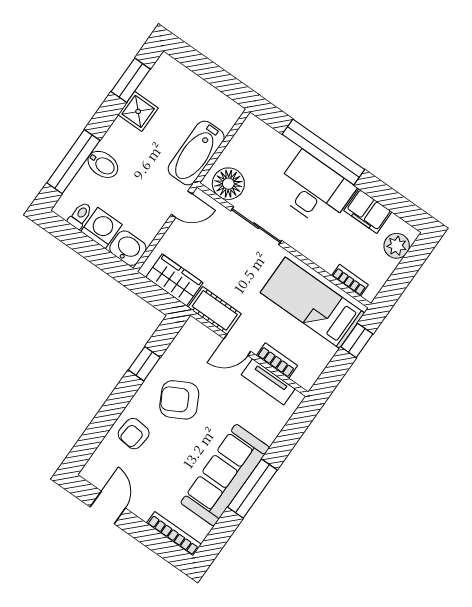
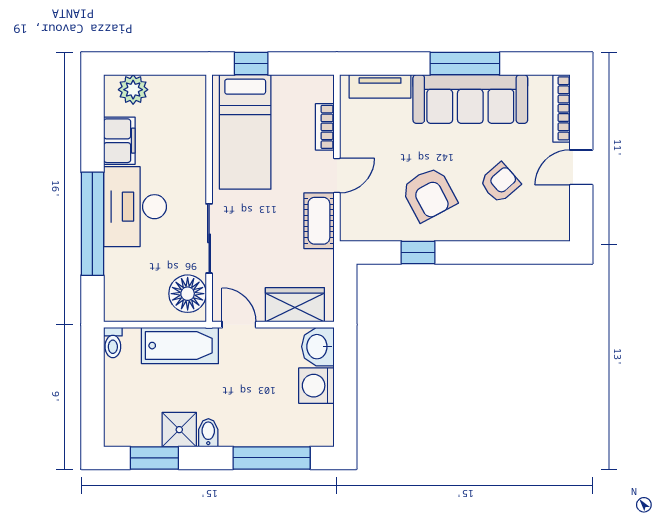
bidet: (103, 164) -> (208, 433), moved, width x0.72, depth x0.74
toilet: (80, 215) -> (113, 343), moved, turned -90
wardrobe: (174, 280) -> (295, 305), moved, turned 90
bookcase: (350, 280) -> (198, 111), removed
door: (237, 345) -> (337, 176), hinge flipped
tv unit: (268, 382) -> (380, 86), moved, turned 90
armchair: (134, 434) -> (500, 183), moved, turned -47
door: (108, 508) -> (581, 167), moved

